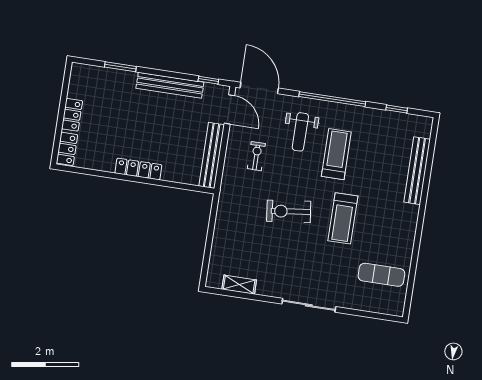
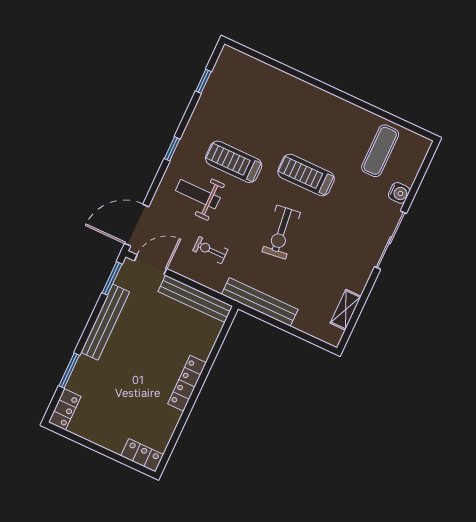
window: (208, 80) -> (112, 278), width x1.50
window: (332, 99) -> (172, 149), width x0.32
locker: (72, 115) -> (65, 409), moved, turned 90
weight bench: (300, 132) -> (198, 194), turned 180
bench: (417, 171) -> (260, 302), moved
treadmill: (343, 218) -> (306, 175), turned 180
water cooler: (351, 301) -> (399, 193), added

